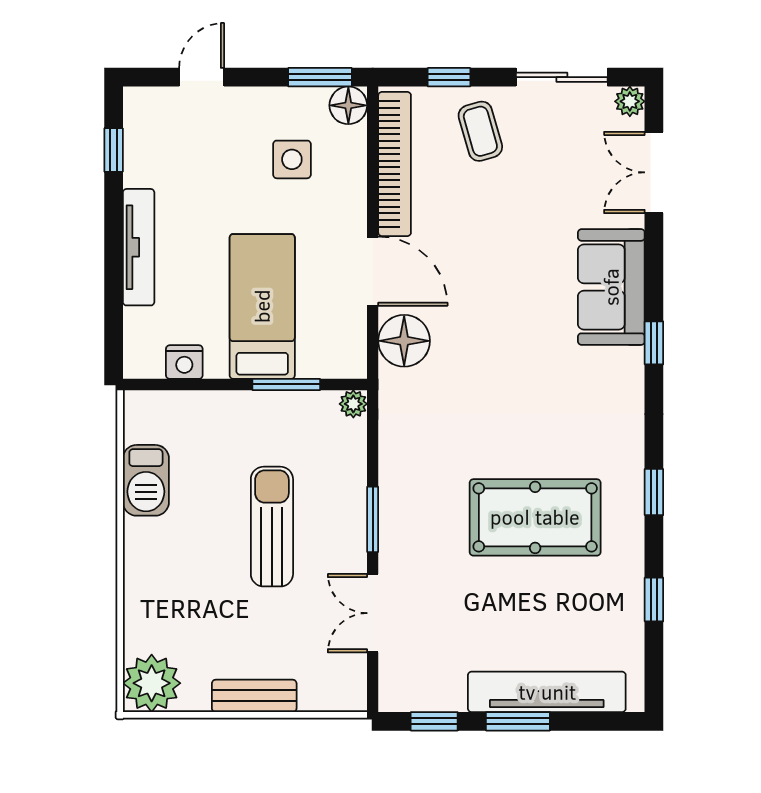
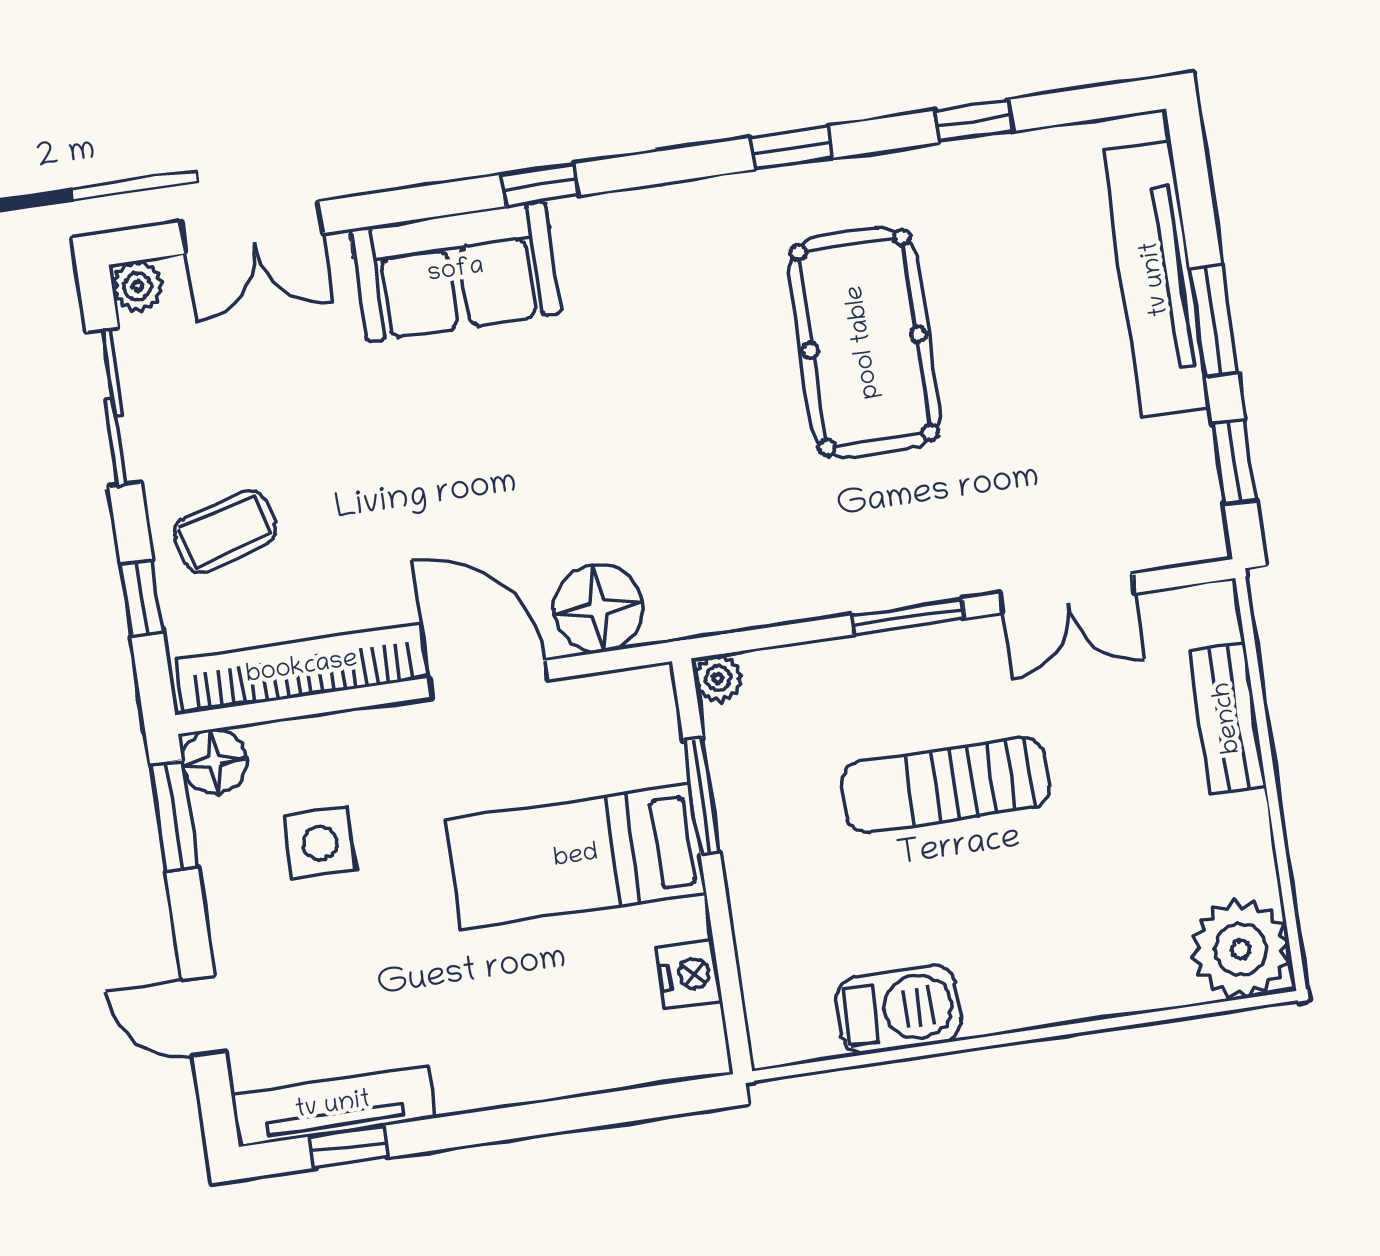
tv unit: (139, 247) -> (333, 1106), moved
door: (373, 271) -> (489, 679), hinge flipped
bench: (254, 696) -> (1228, 718), moved

